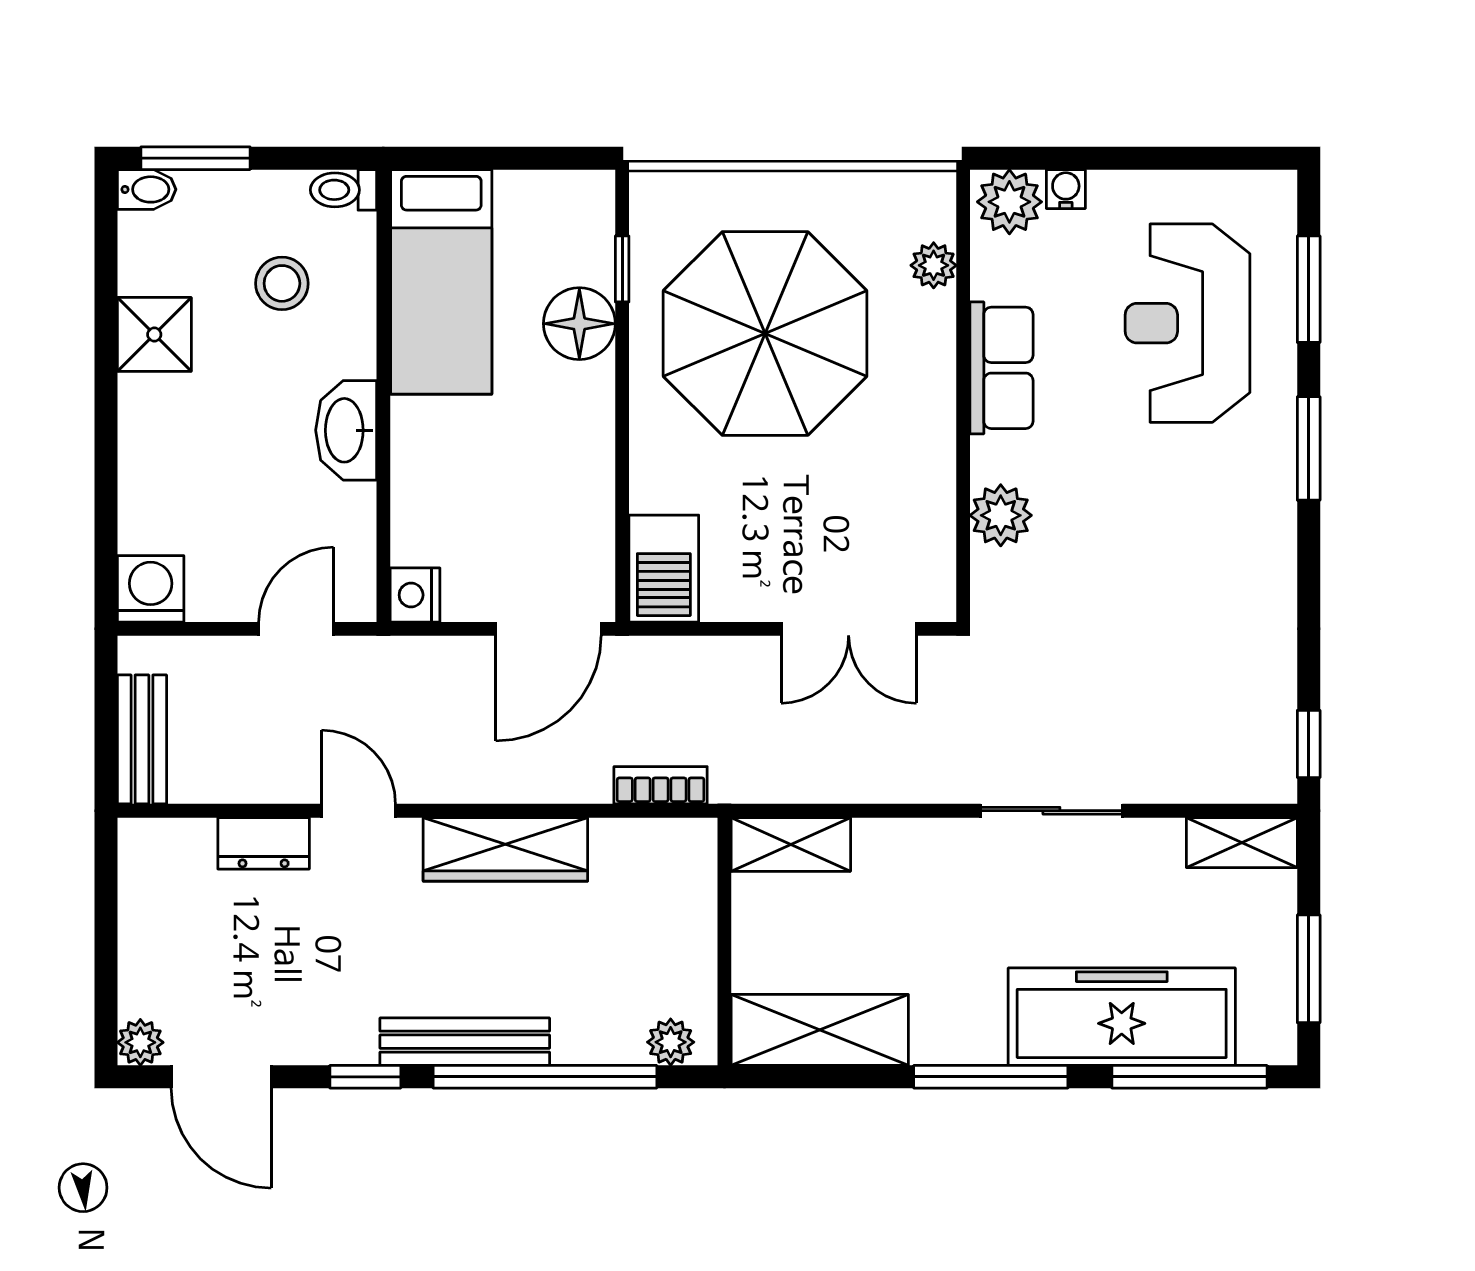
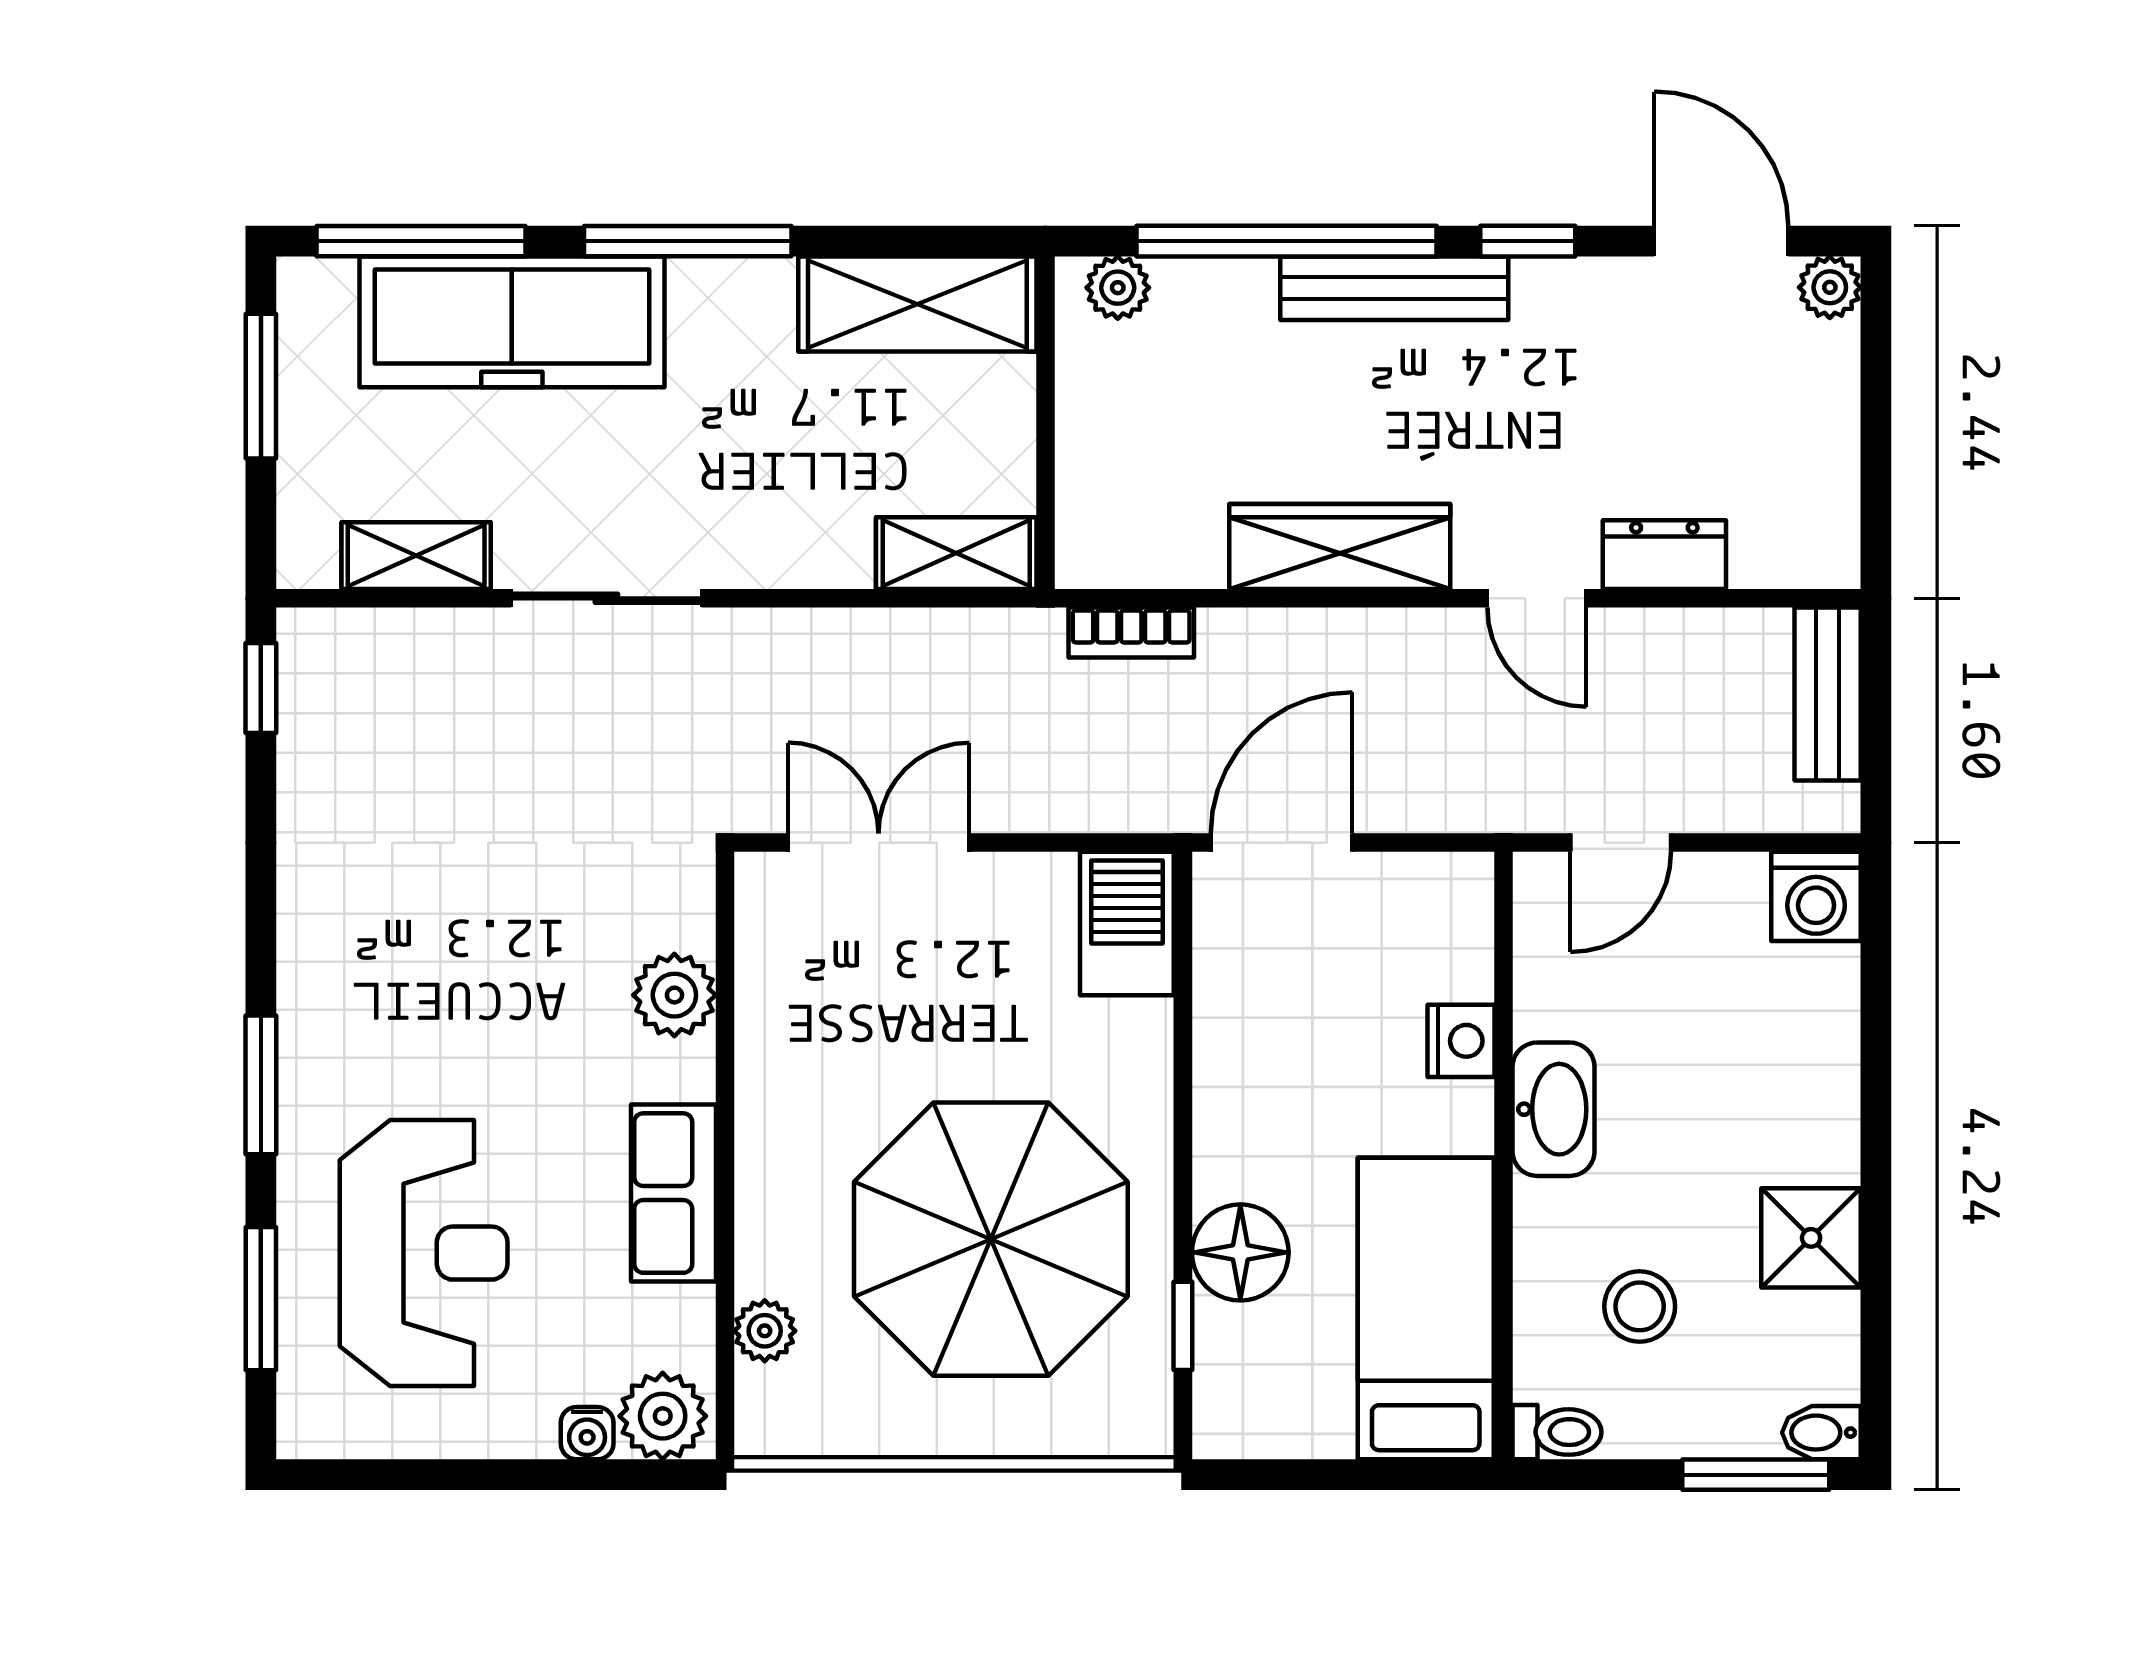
nightstand: (415, 595) -> (1461, 1041), moved
shelving: (1242, 843) -> (416, 556), moved

